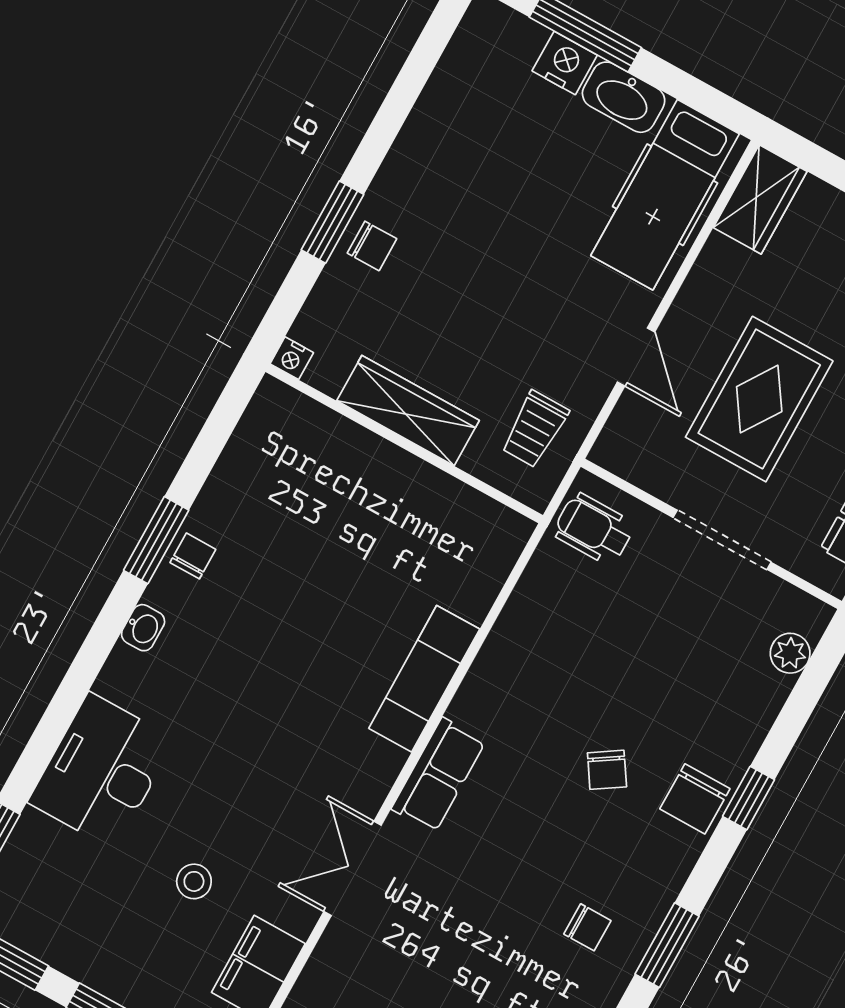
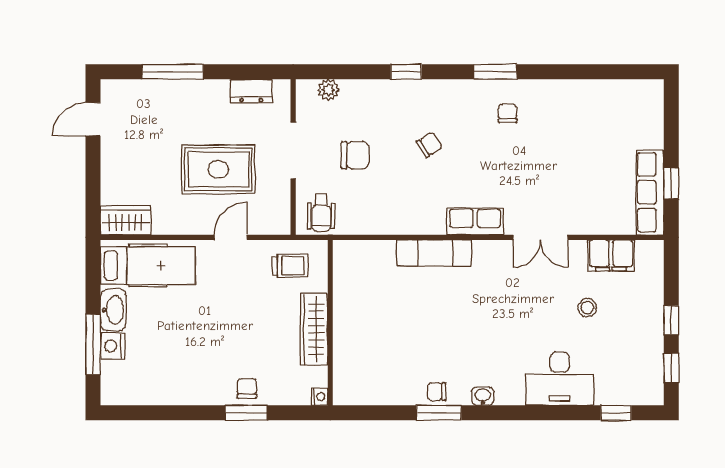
chair: (695, 799) -> (355, 155), moved

